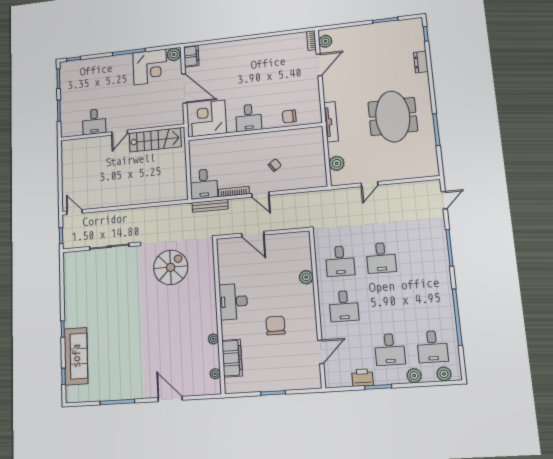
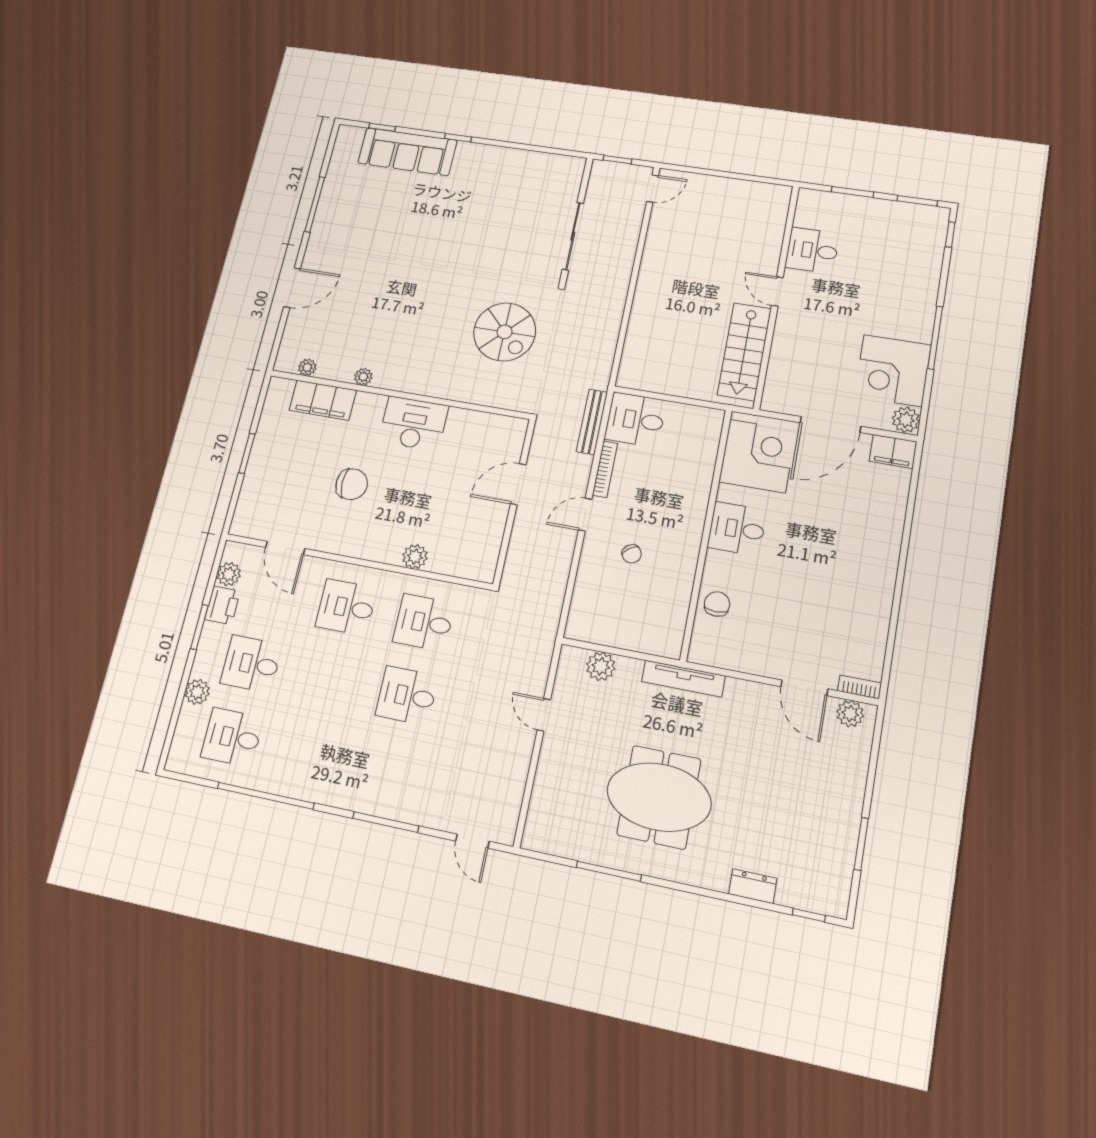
plant: (444, 374) -> (229, 574), moved

